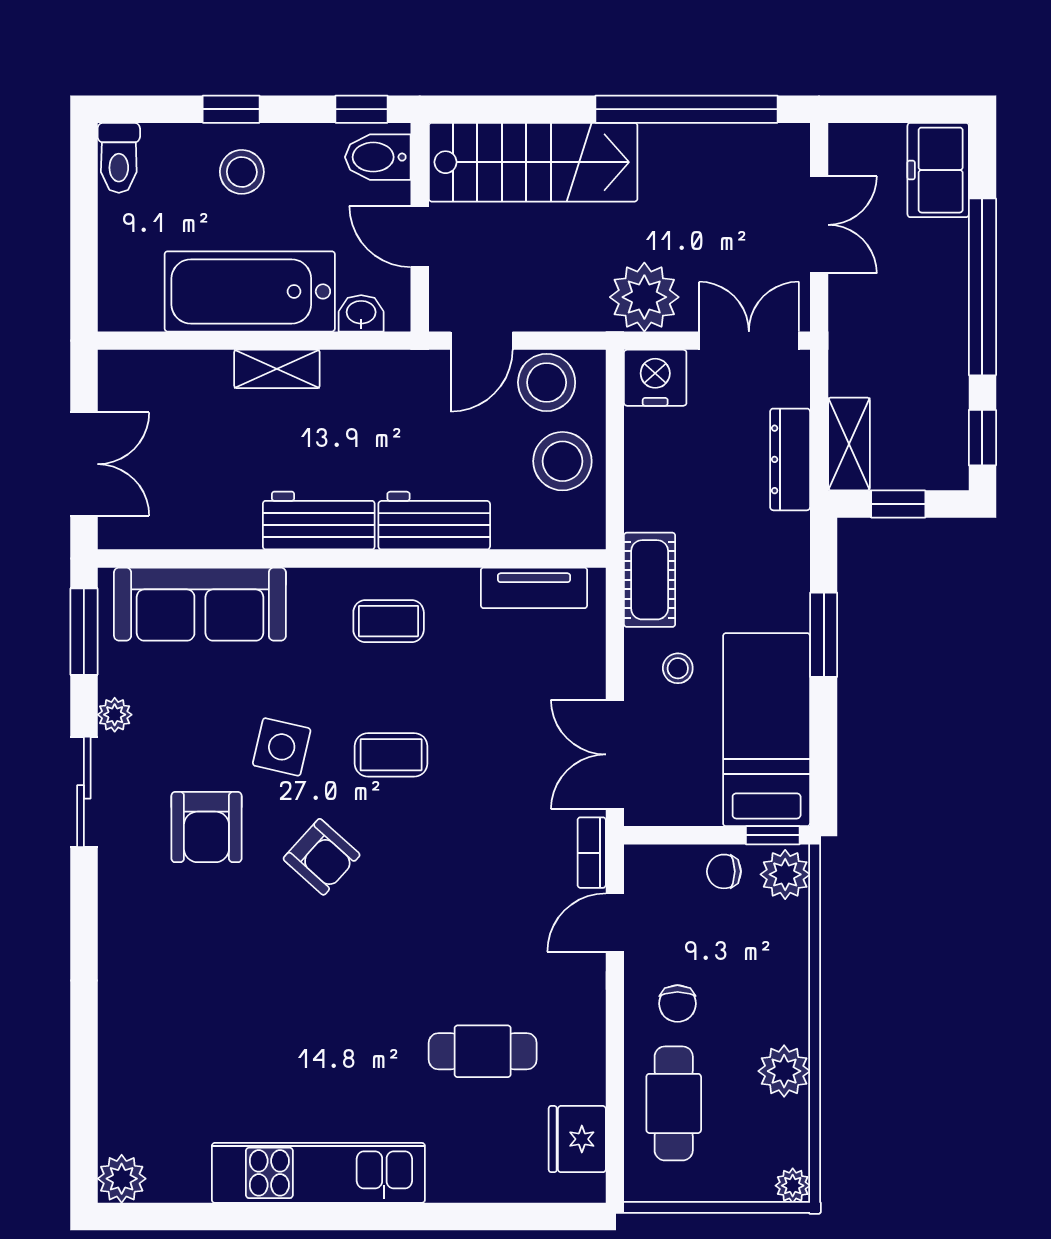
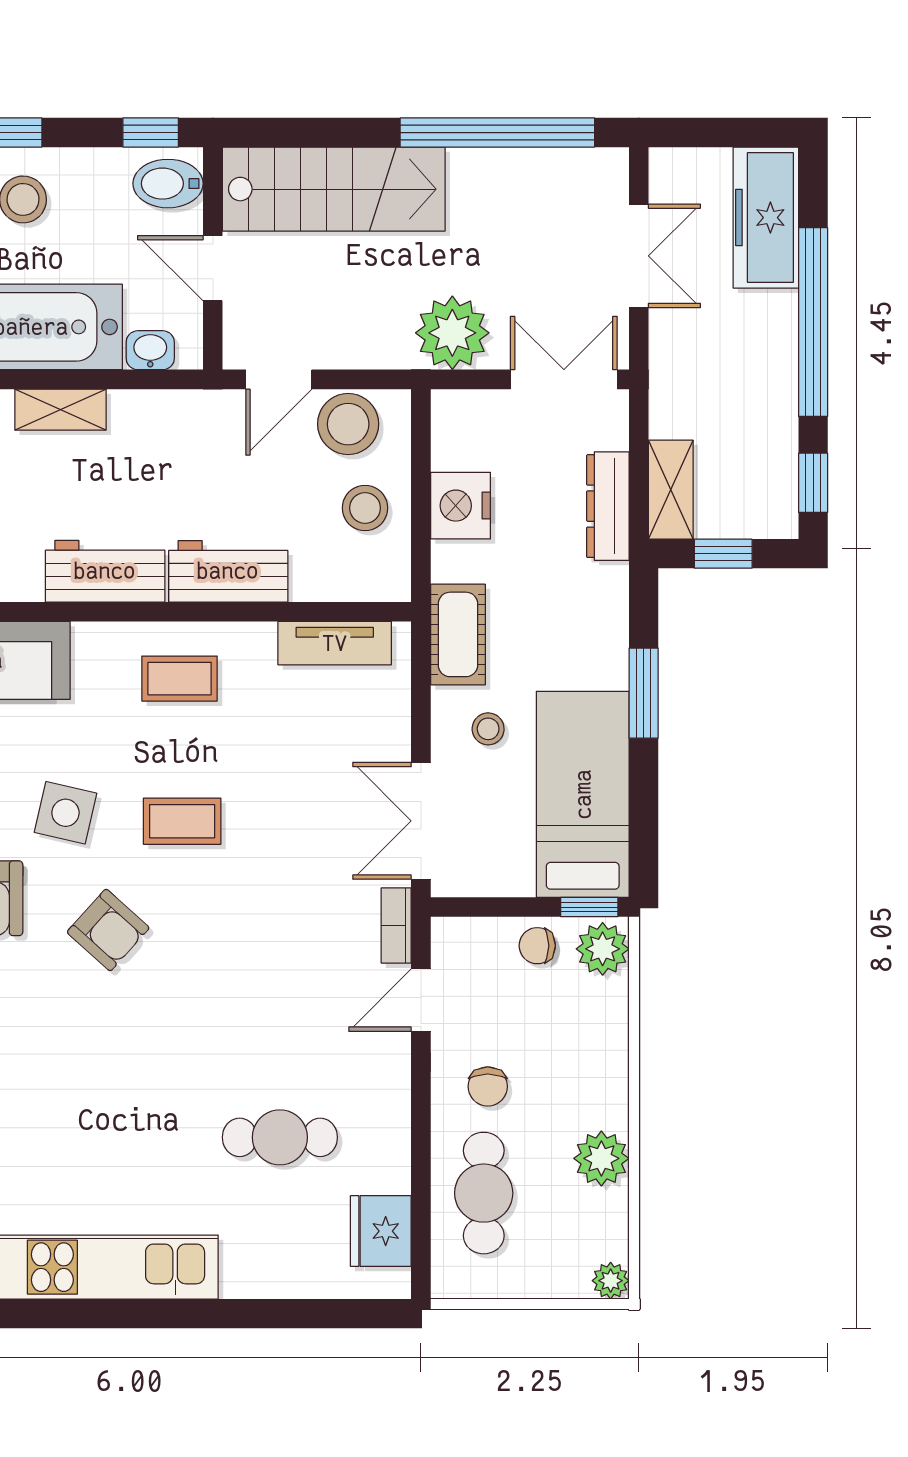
freezer: (938, 170) -> (766, 218), width x1.40
nightstand: (655, 378) -> (461, 506), moved, turned -90
stool: (562, 461) -> (365, 508), width x0.73, depth x0.73

